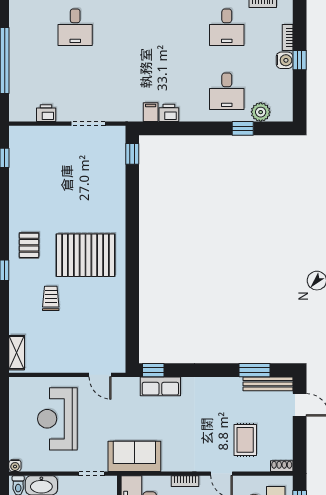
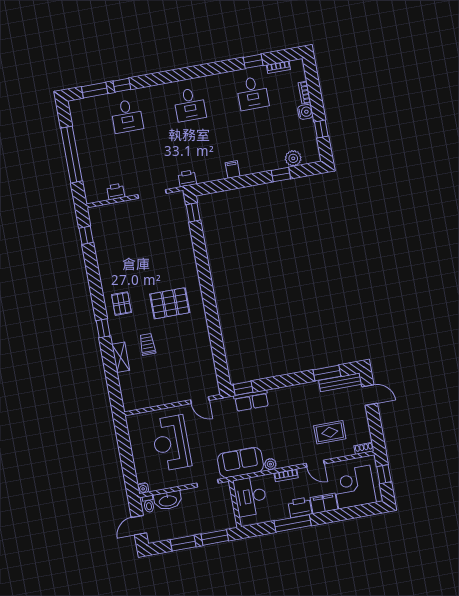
window: (300, 60) -> (321, 129), moved
desk: (227, 91) -> (190, 105), moved
filing cabinet: (151, 112) -> (233, 169), moved
printer: (169, 113) -> (187, 178), moved
pallet: (86, 255) -> (170, 303), width x0.73, depth x0.71
shelving: (17, 353) -> (121, 357), moved
rug: (245, 440) -> (330, 432), turned 90
plant: (169, 465) -> (270, 464), added

